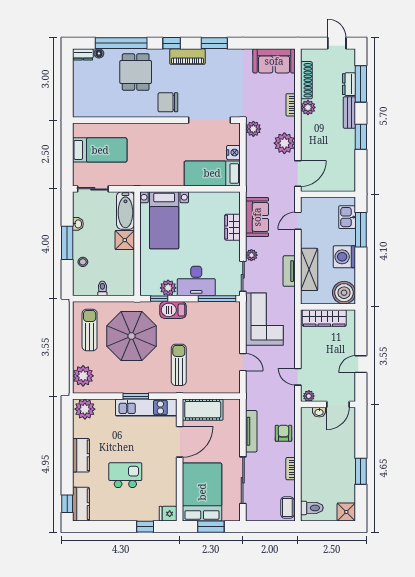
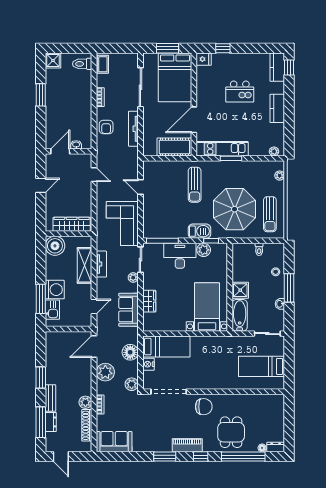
floor lamp: (255, 167) -> (130, 352), added
washing machine: (344, 257) -> (55, 290), moved
plant: (83, 376) -> (280, 176), width x0.53, depth x0.53
plant: (309, 396) -> (85, 158), removed
plant: (85, 409) -> (274, 151), width x0.53, depth x0.53

